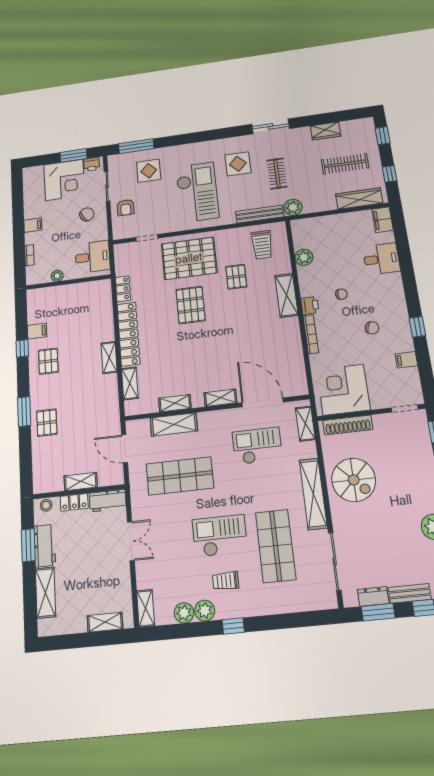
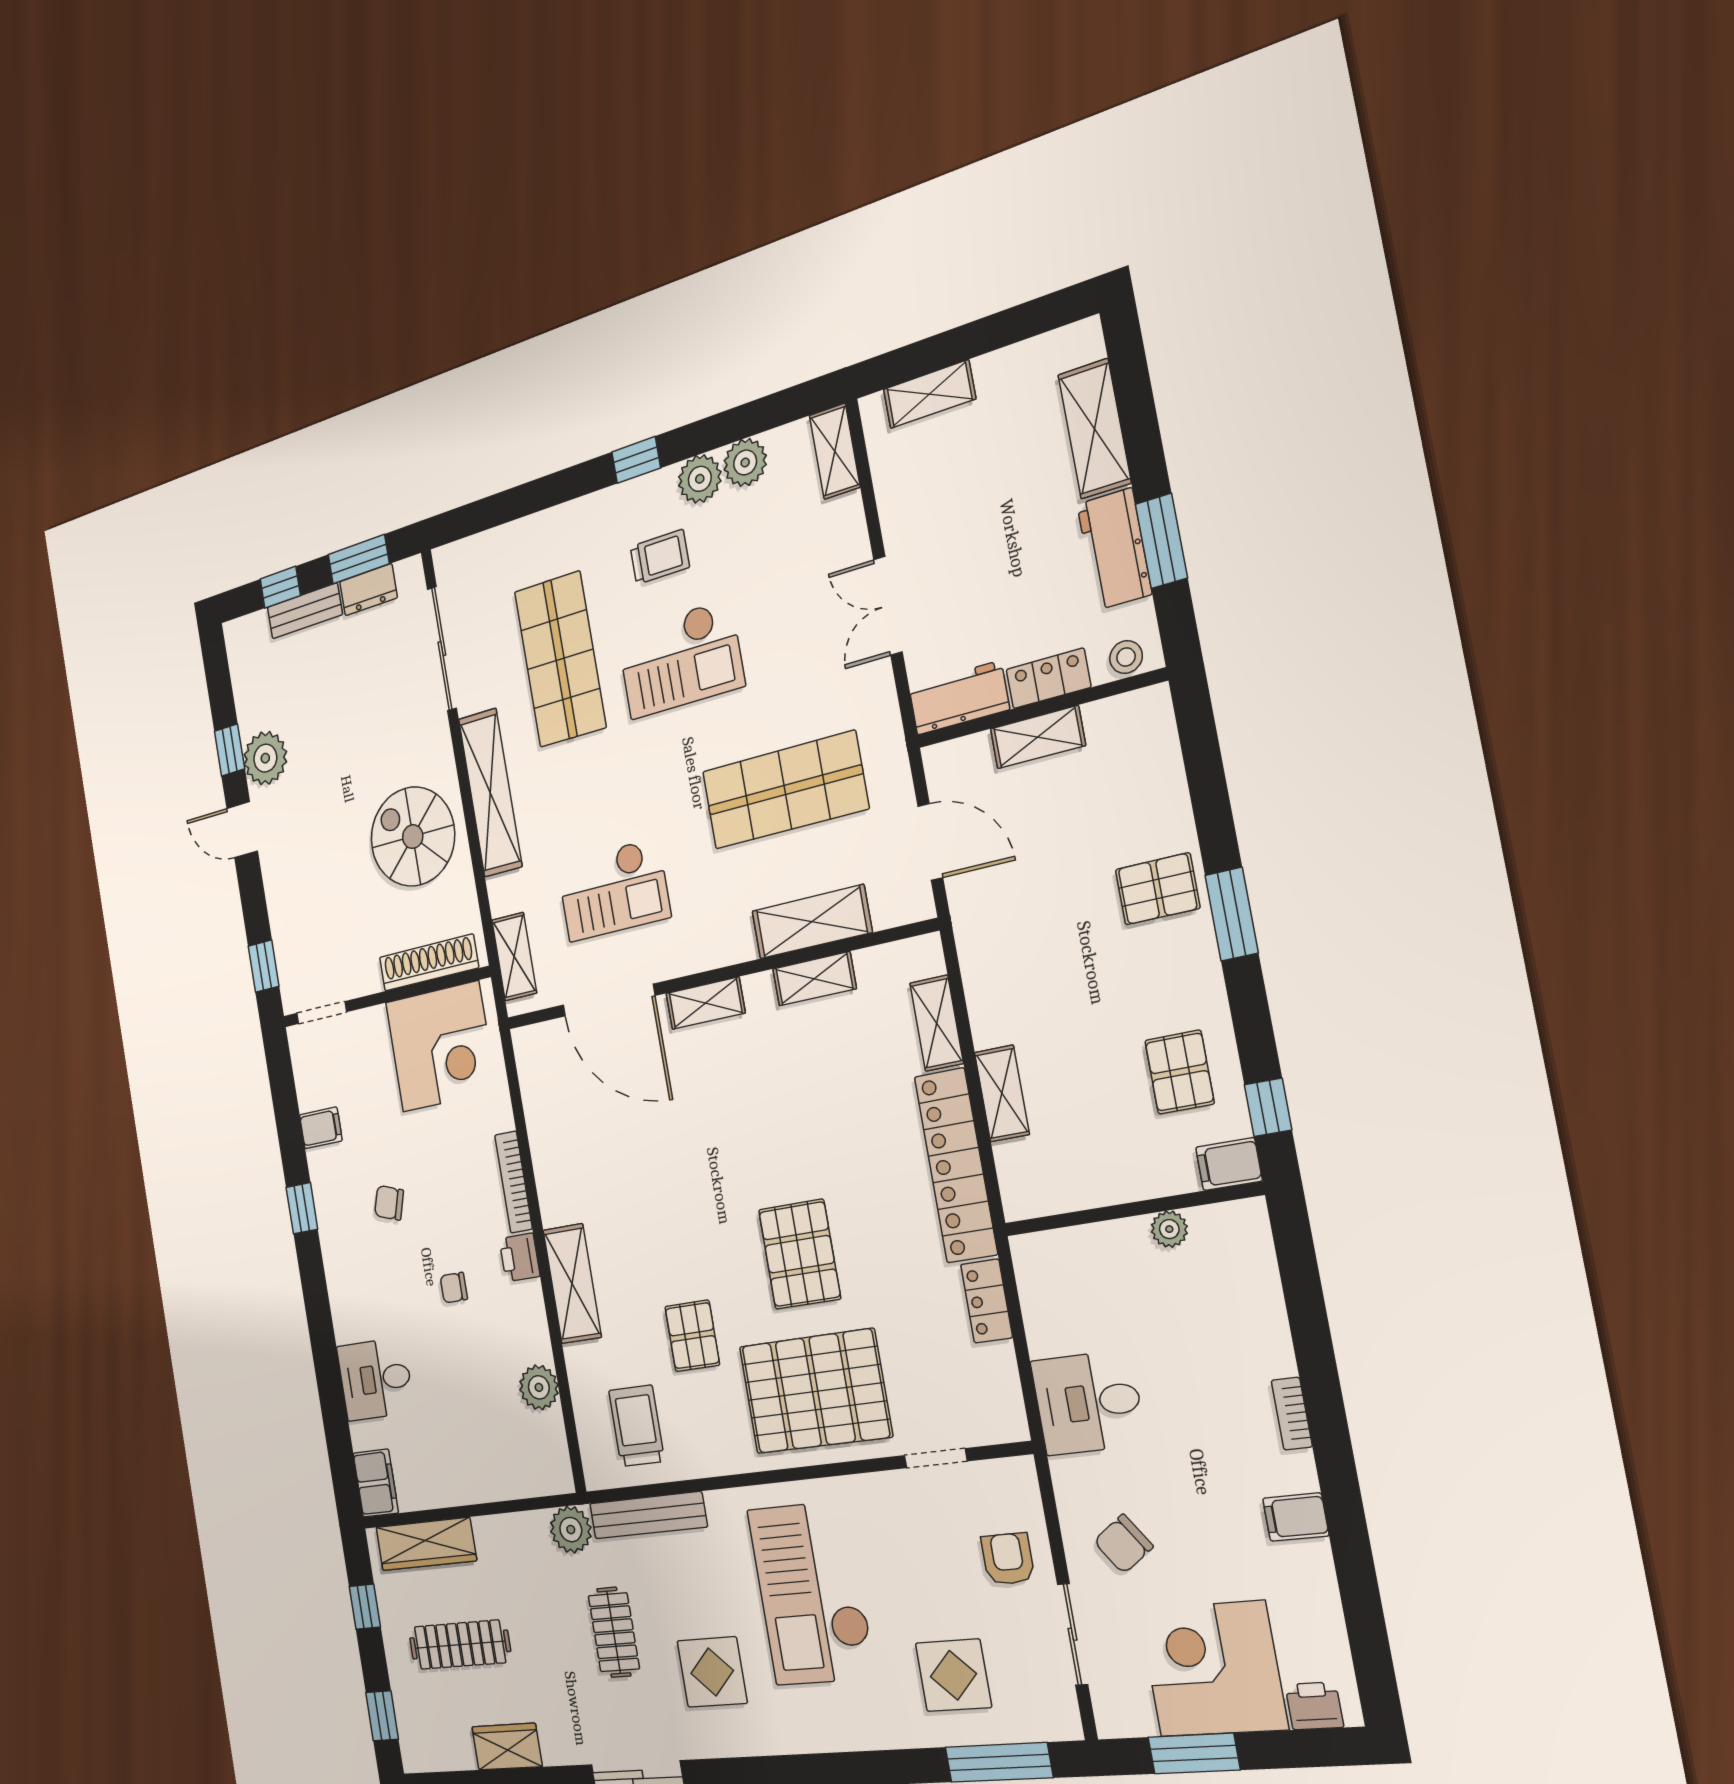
printer: (92, 164) -> (1314, 1706), moved
plant: (57, 276) -> (1169, 1229), moved
wall: (68, 282) -> (1132, 1209), moved
pallet: (47, 423) -> (1158, 889), turned 90

